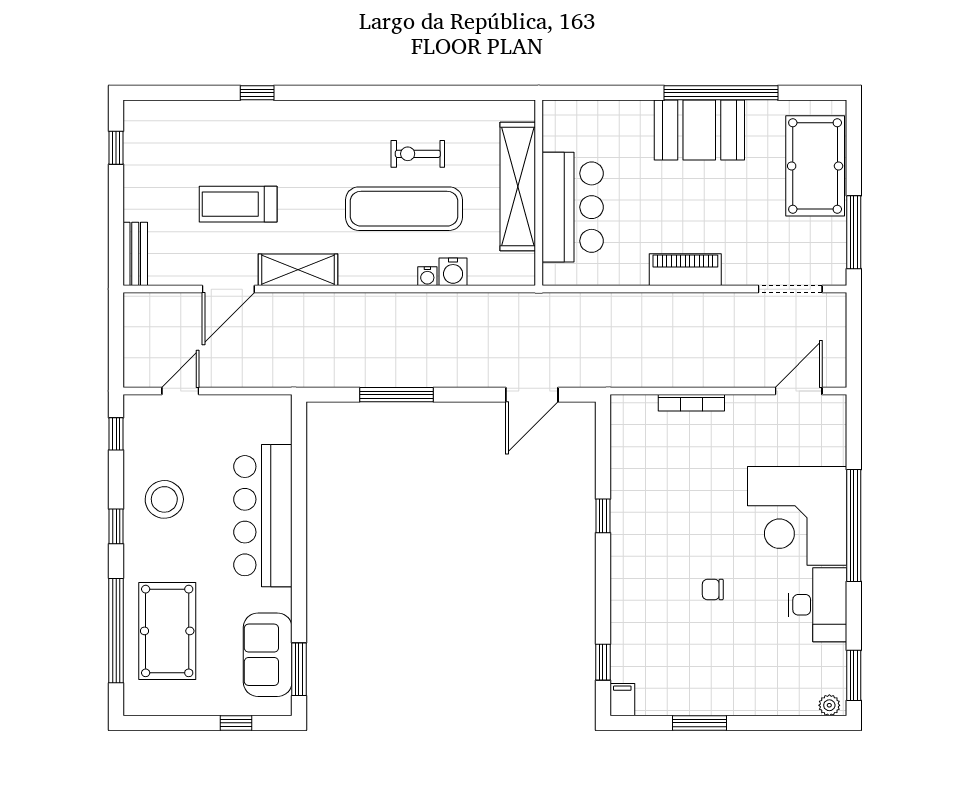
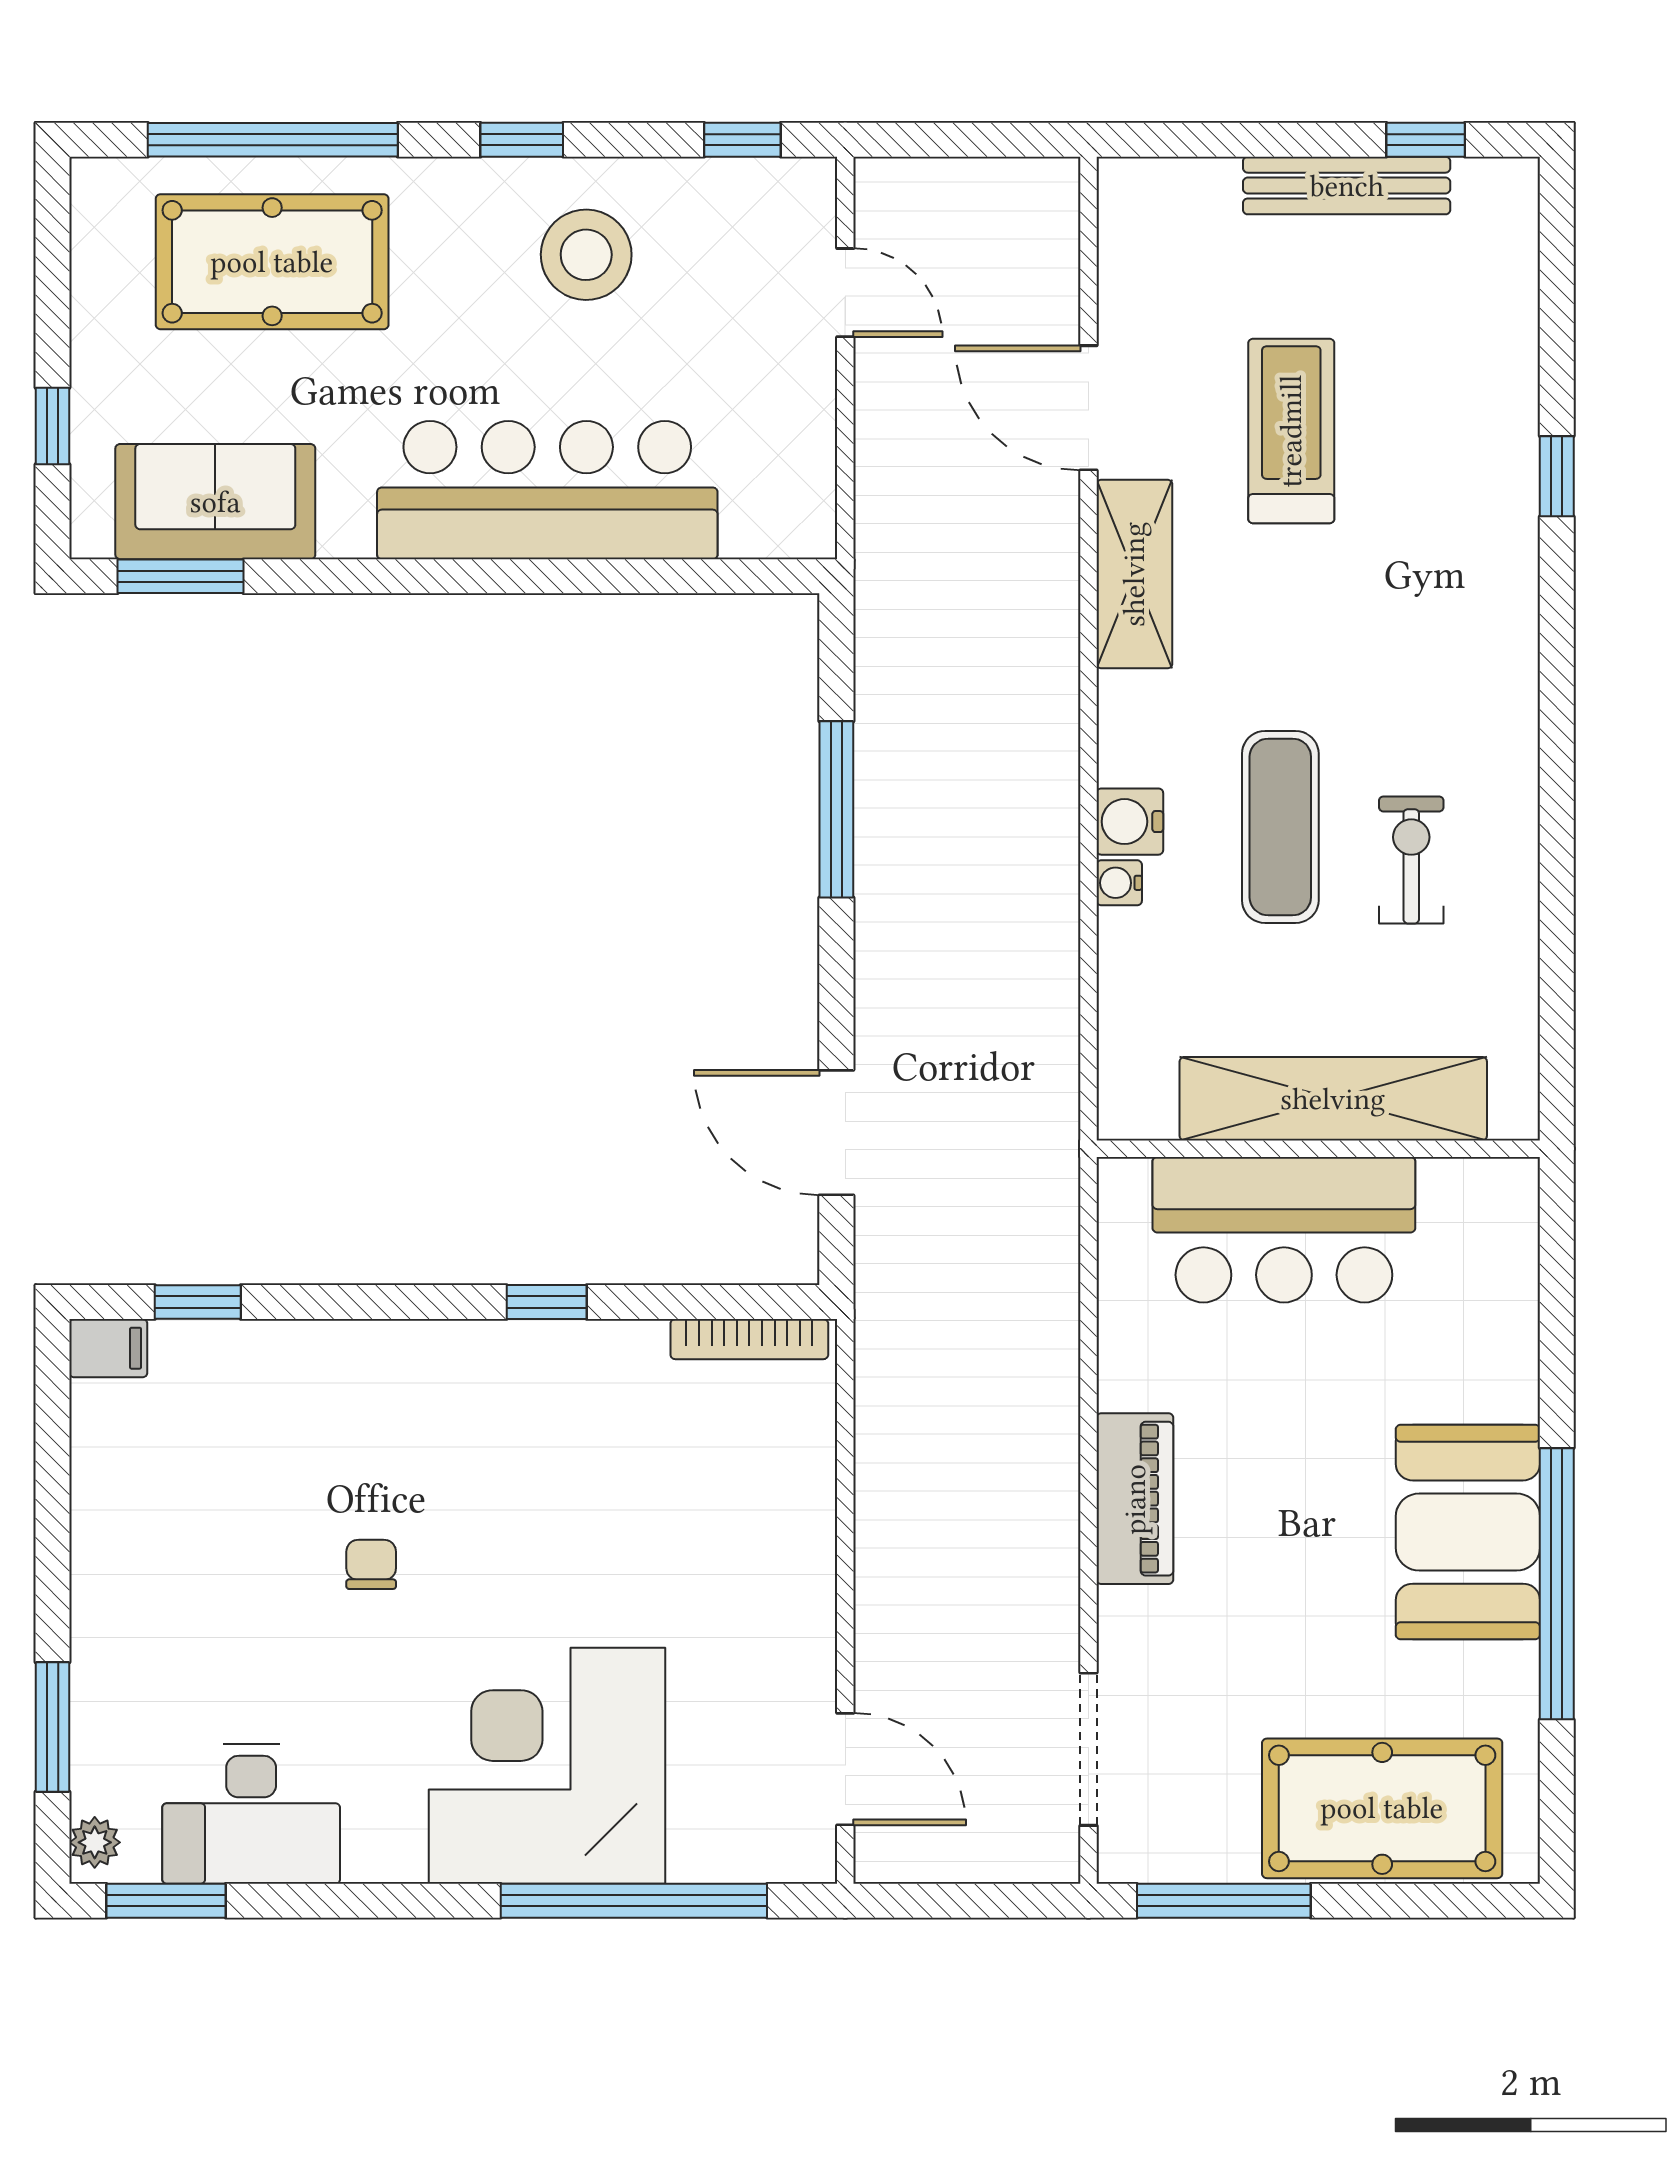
exercise mat: (404, 209) -> (1280, 827), width x0.73, depth x0.69
bench: (135, 254) -> (1347, 186), moved, width x1.36
water cooler: (453, 272) -> (1130, 822), moved
bookcase: (691, 403) -> (749, 1339), moved, turned -90
window: (854, 525) -> (634, 1901), moved
desk: (818, 605) -> (251, 1814), moved
window: (699, 723) -> (52, 1727), moved

